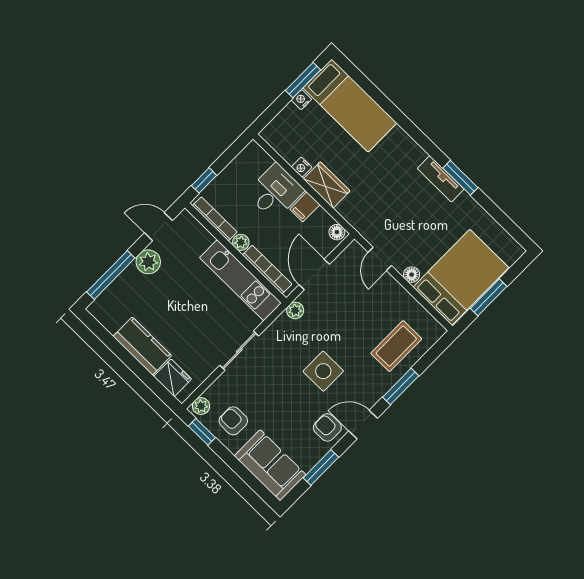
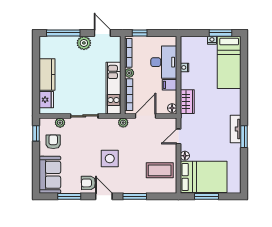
wardrobe: (327, 185) -> (187, 102), moved
desk: (275, 192) -> (164, 62), width x1.37
coffee table: (396, 346) -> (160, 170), moved
plant: (201, 406) -> (60, 123), moved
armchair: (327, 427) -> (88, 183), turned -91

